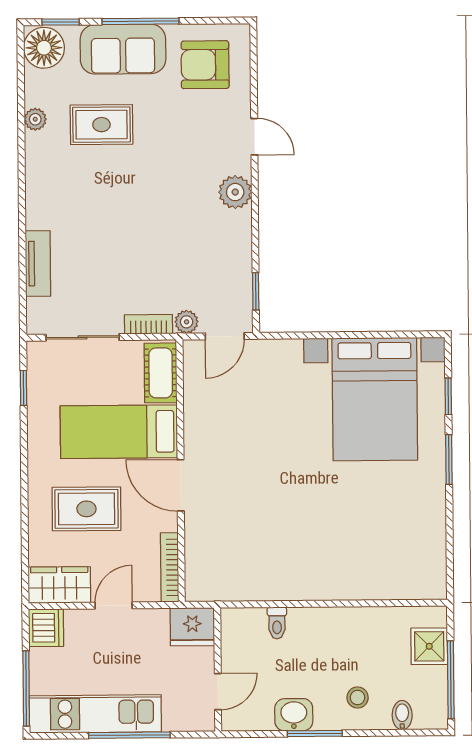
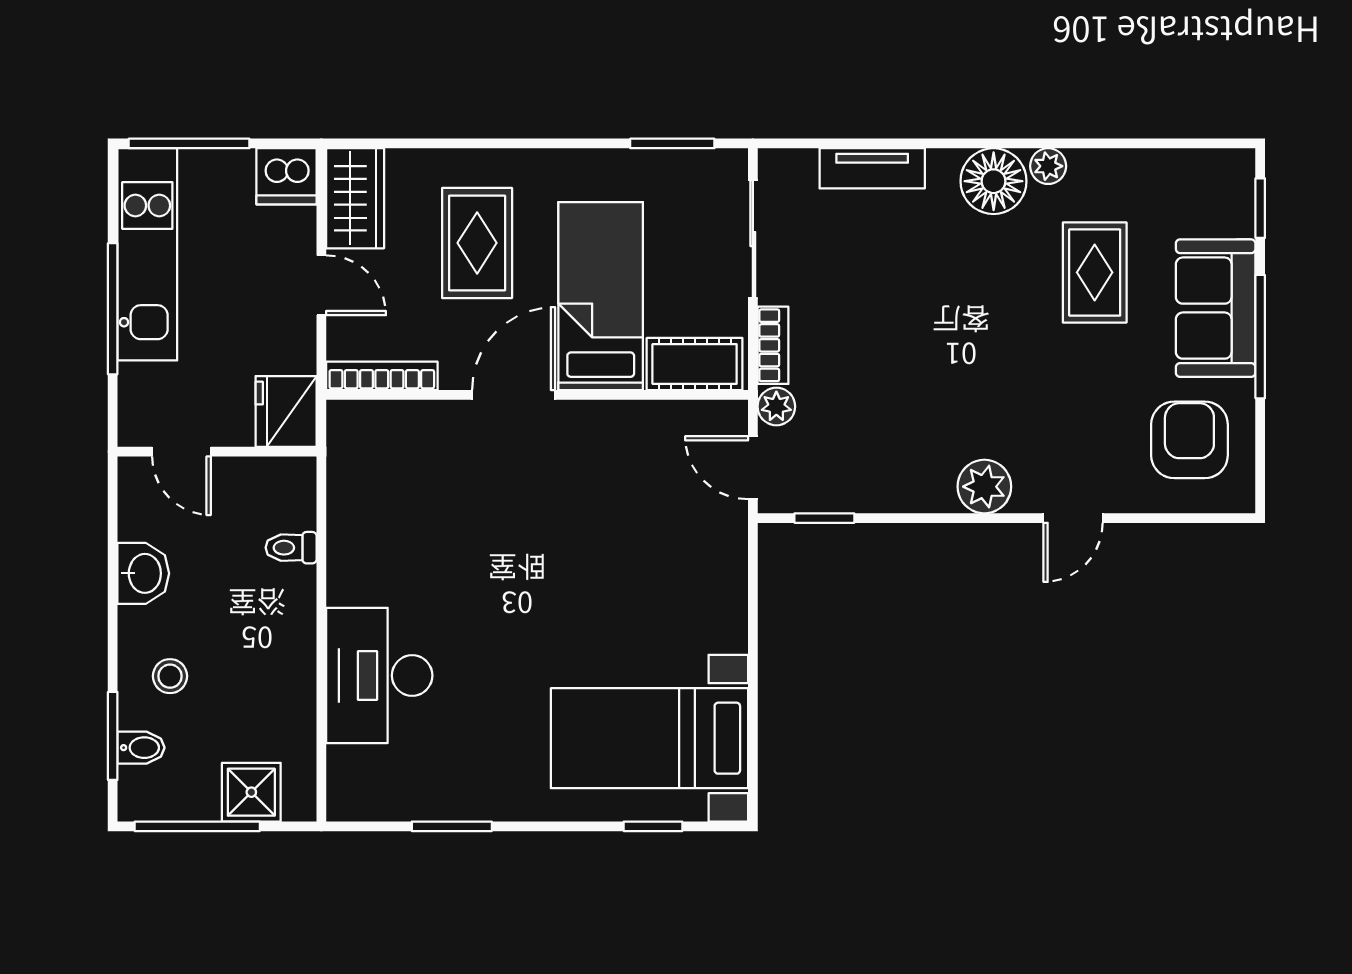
floor lamp: (44, 48) -> (994, 181), moved
plant: (35, 119) -> (1048, 166), moved
window: (24, 388) -> (672, 143), width x1.50
bed with nightstands: (375, 399) -> (649, 738), width x0.73
window: (449, 460) -> (452, 826), moved
desk: (356, 567) -> (379, 675), added
window: (315, 734) -> (113, 736), moved

